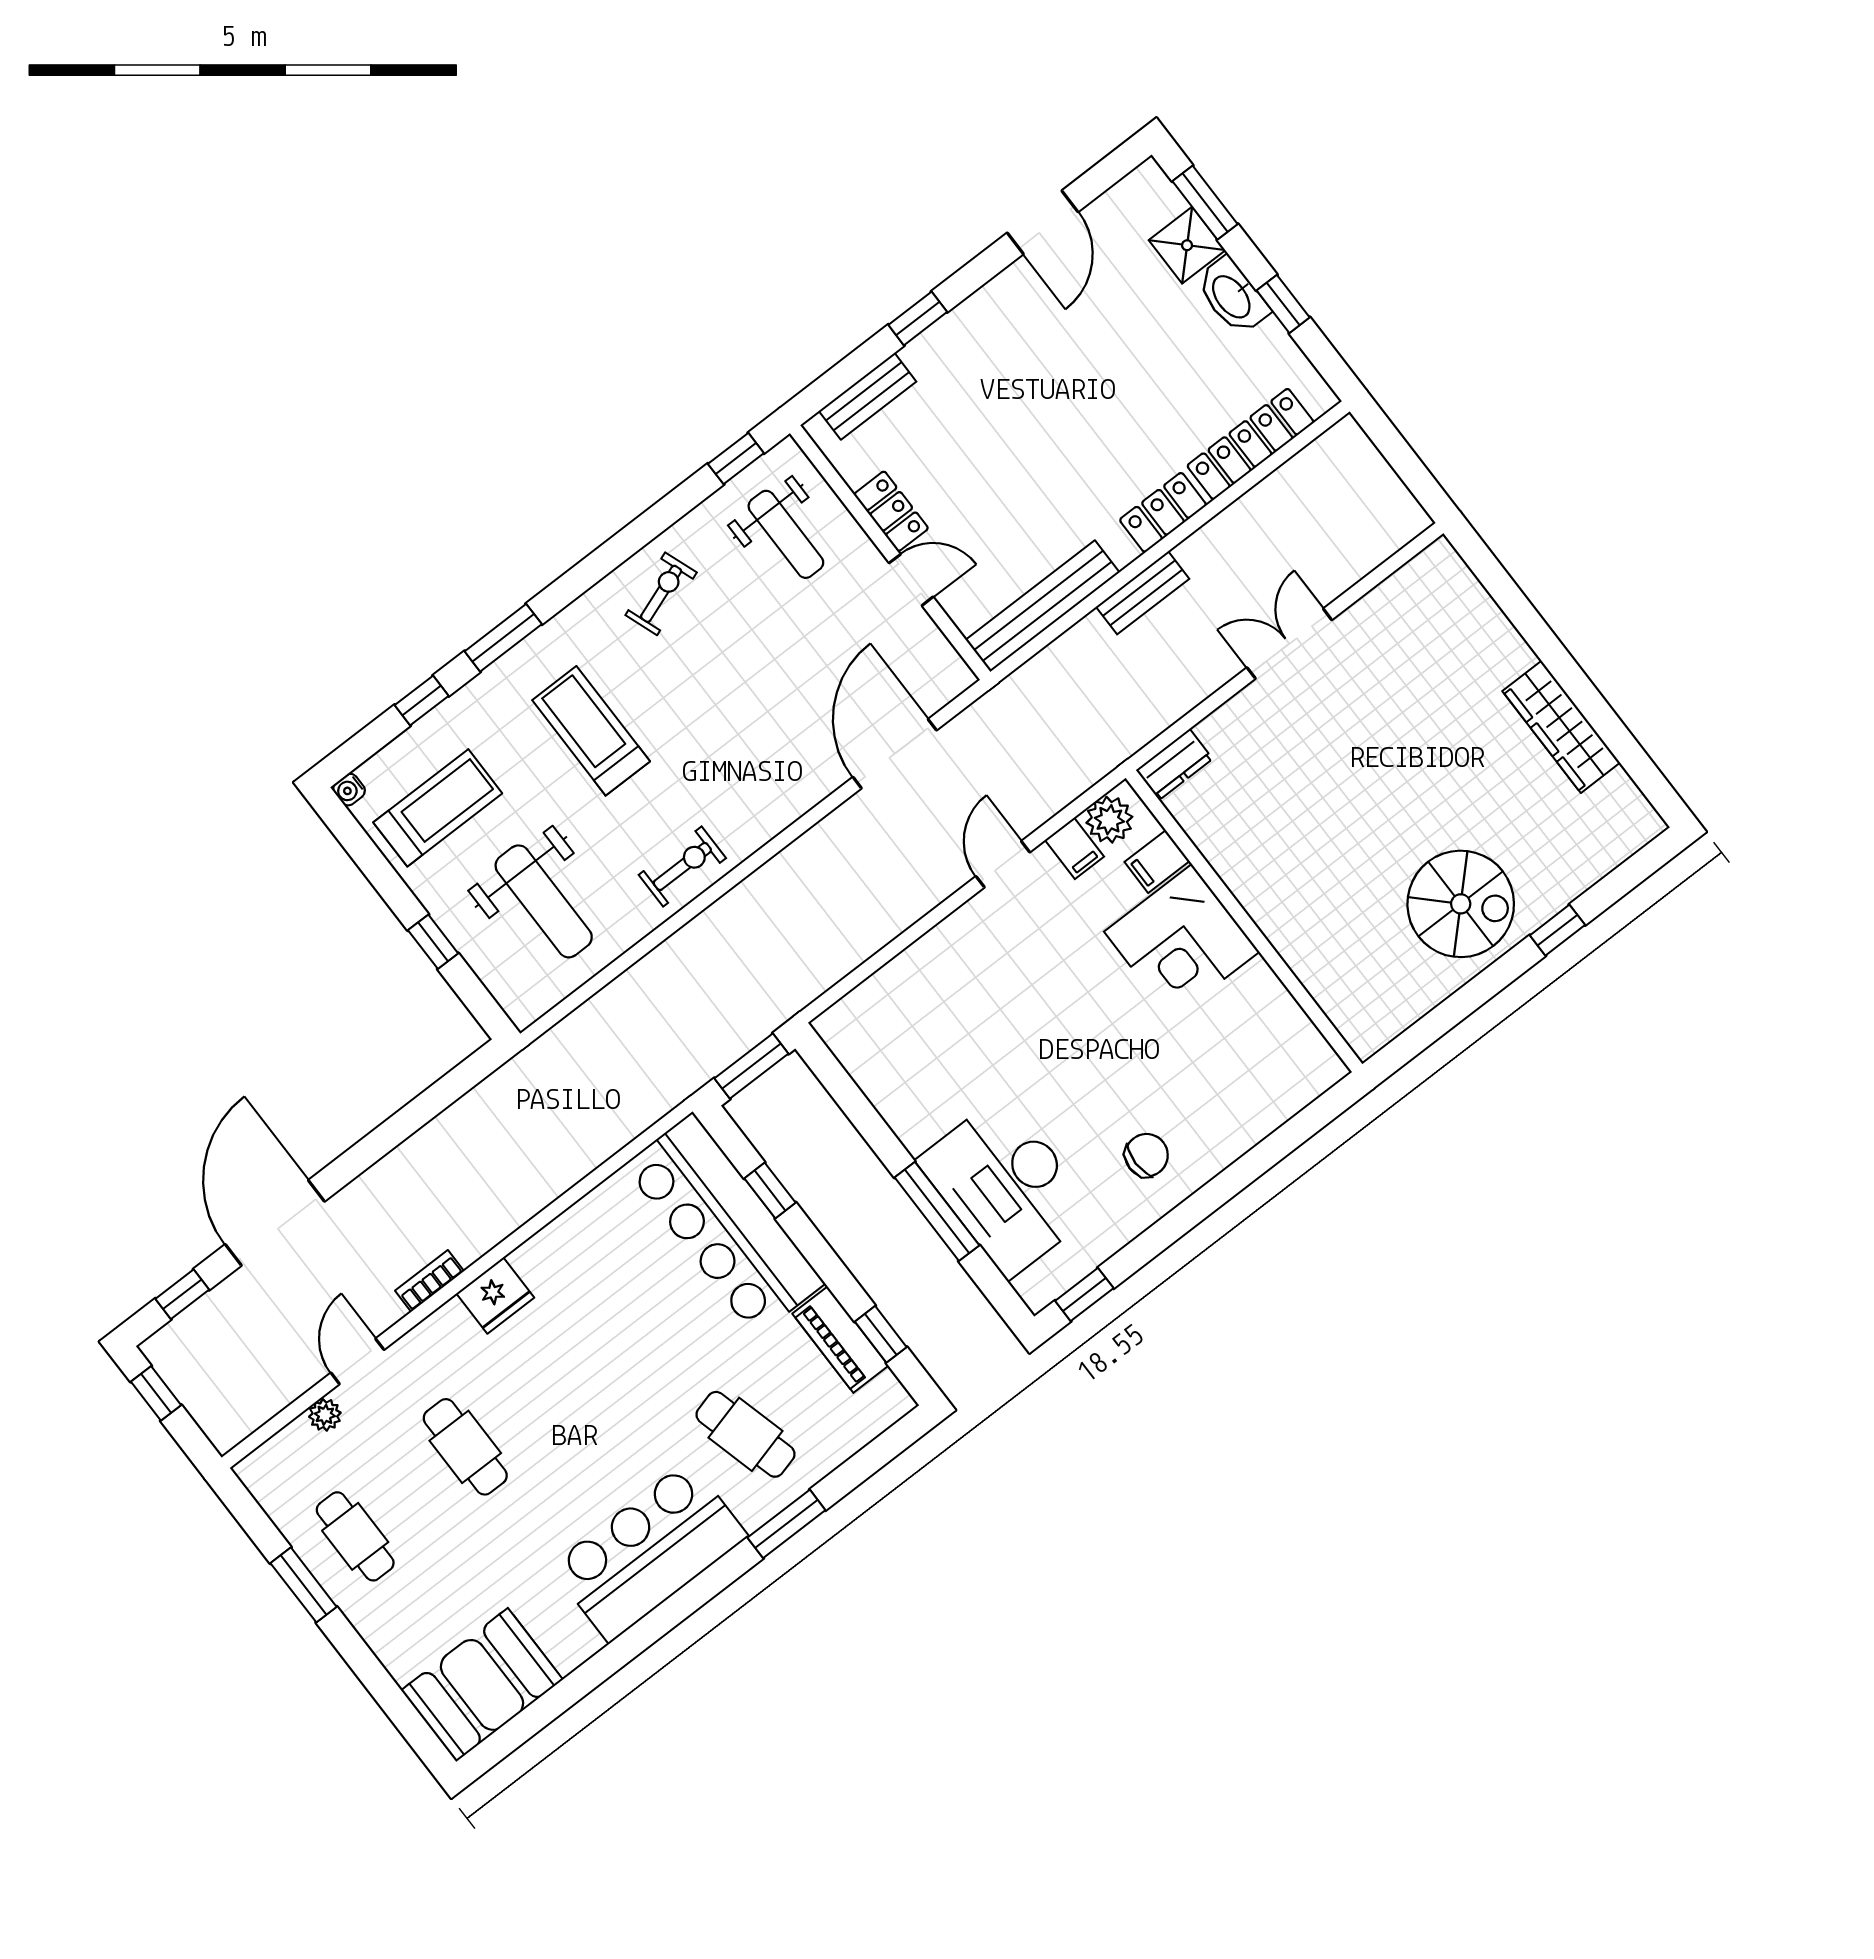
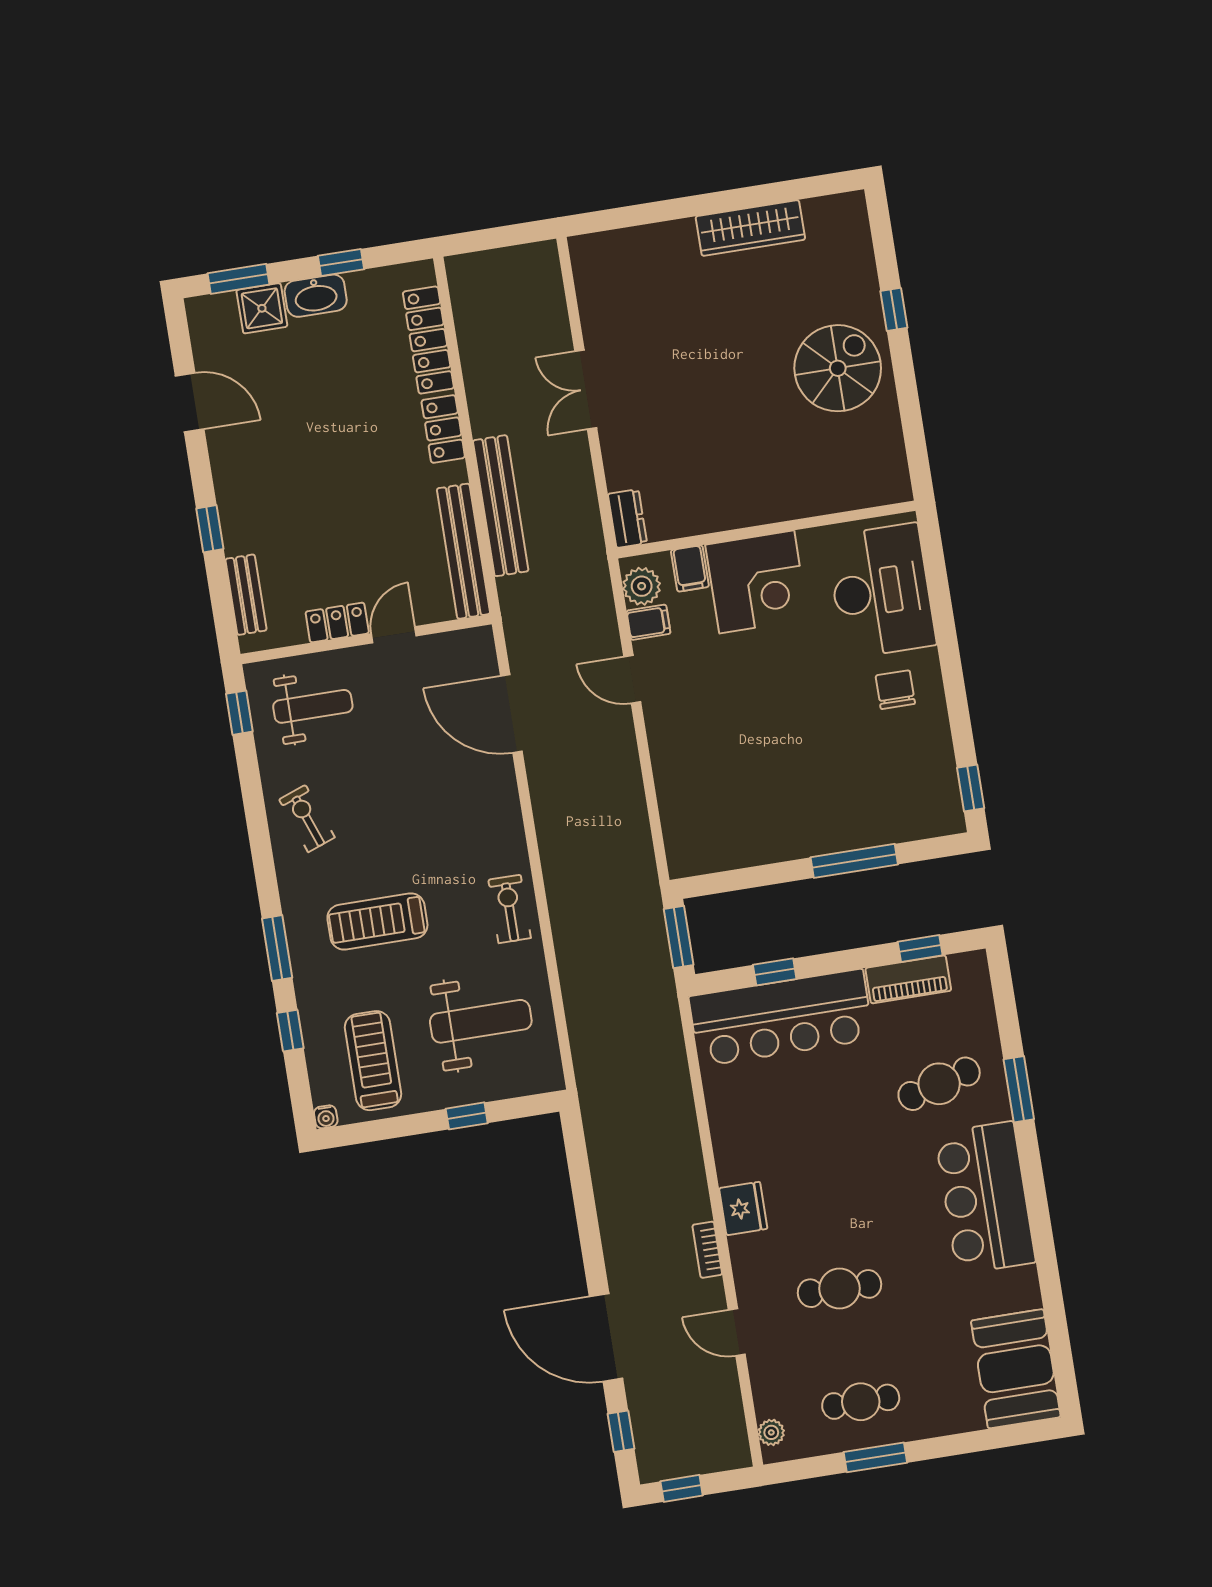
bench: (1143, 593) -> (501, 506), width x1.86, depth x1.21
desk: (1006, 1186) -> (881, 591), moved, turned -90
plant: (325, 1415) -> (771, 1432), moved

